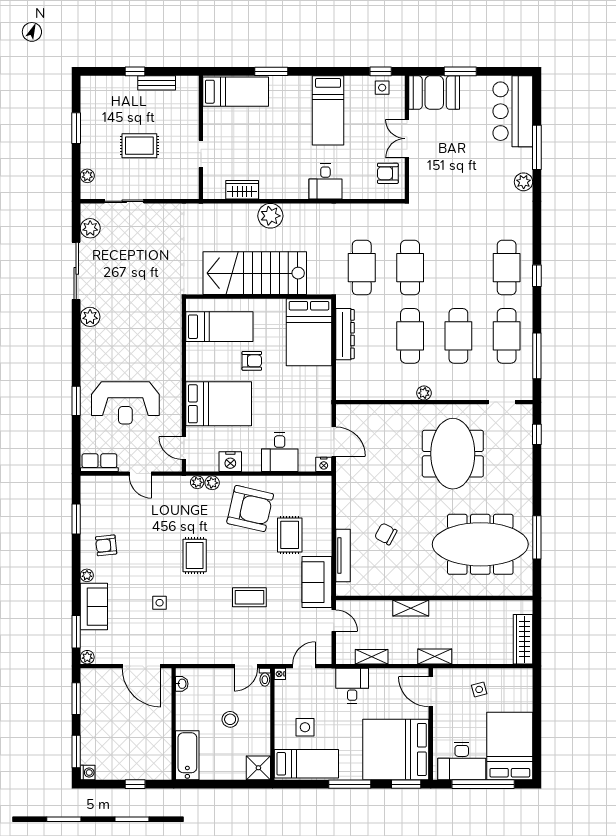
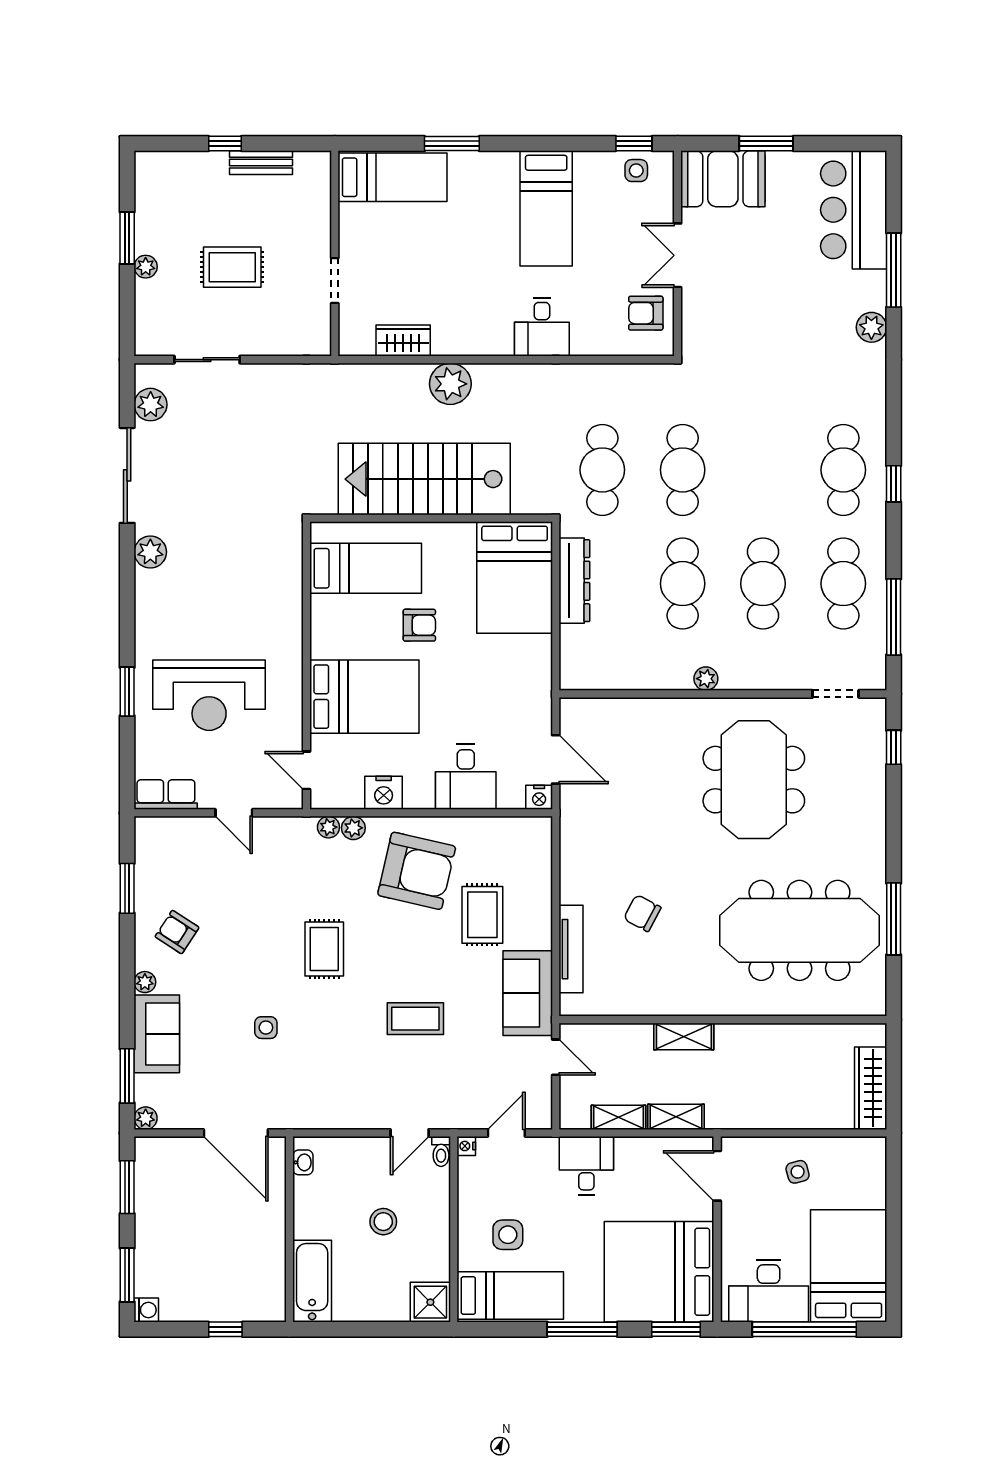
plant: (87, 176) -> (146, 267), moved
armchair: (106, 545) -> (177, 932), turned 39
shelving: (435, 656) -> (676, 1117), moved

